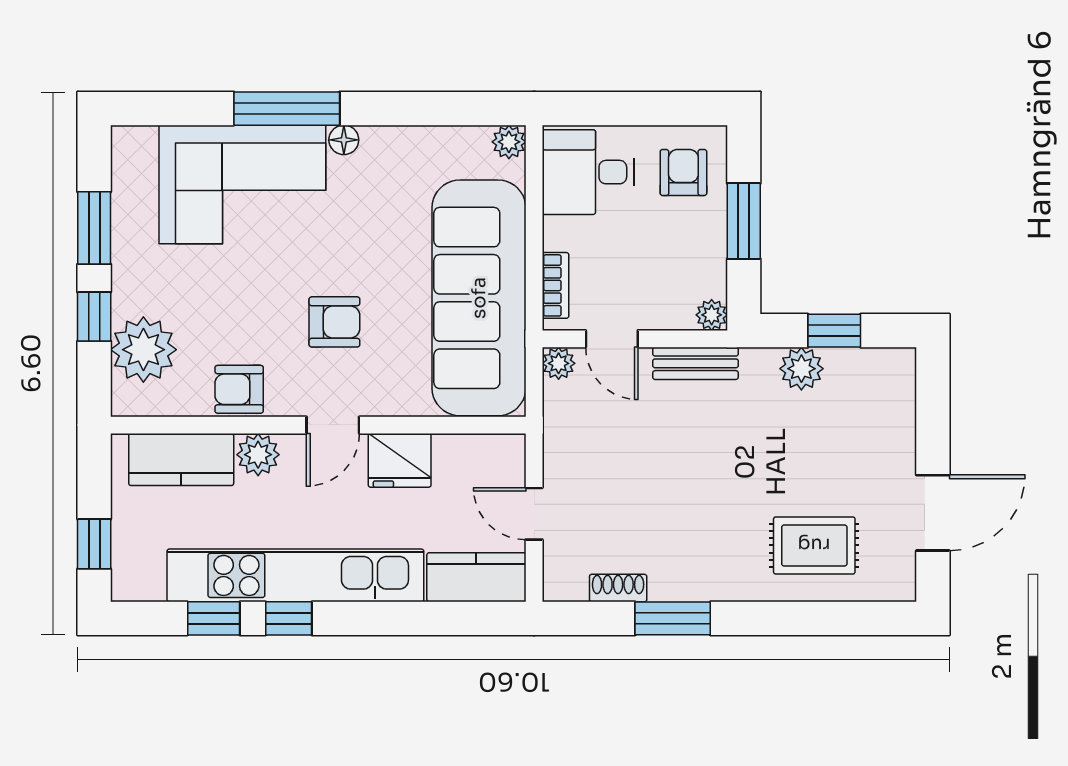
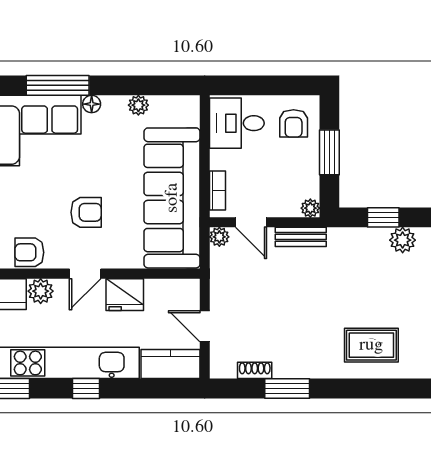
plant: (509, 142) -> (138, 105), moved
armchair: (683, 173) -> (294, 123), turned 180
plant: (801, 369) -> (403, 240), moved
window: (289, 618) -> (86, 389), moved

